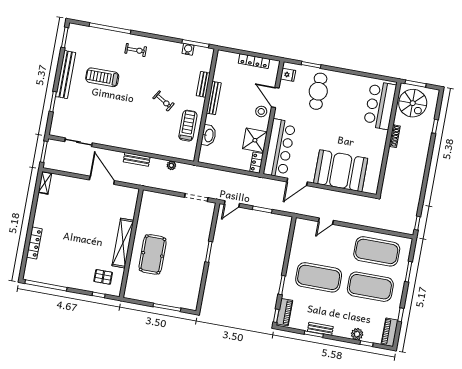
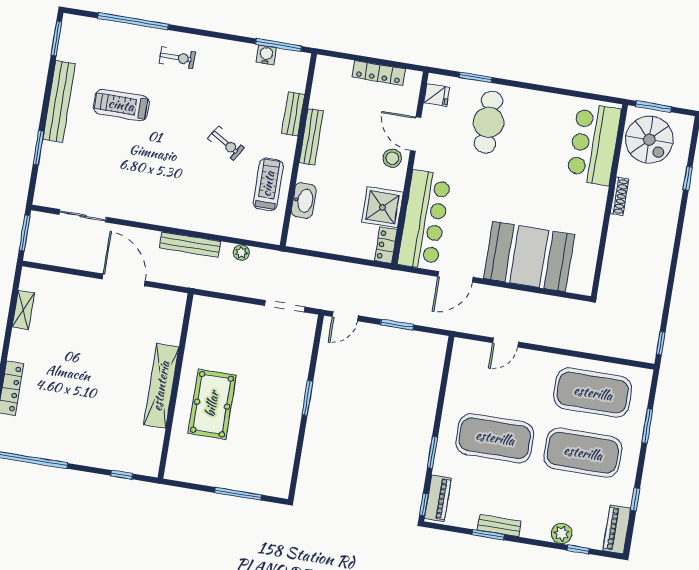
bench: (137, 159) -> (190, 245), width x1.36
shelving: (45, 183) -> (23, 310), moved
pallet: (103, 277) -> (129, 444), removed

